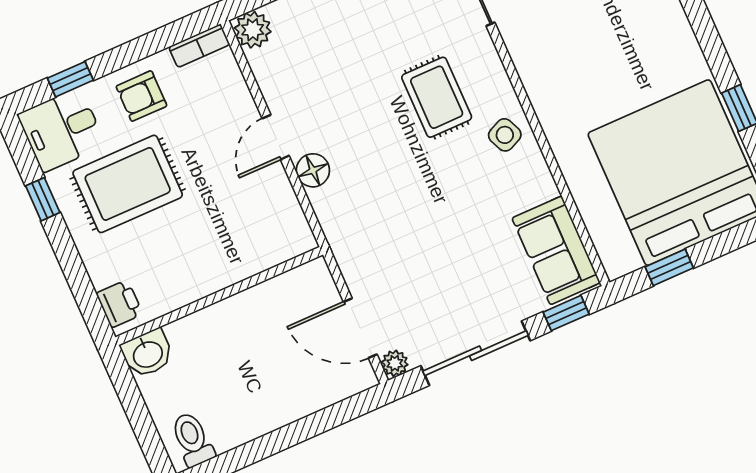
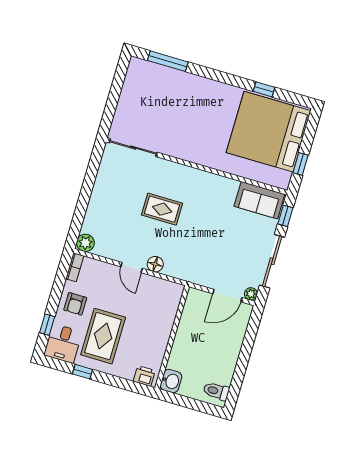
rug: (437, 97) -> (162, 209), moved
side table: (505, 135) -> (201, 183), removed

